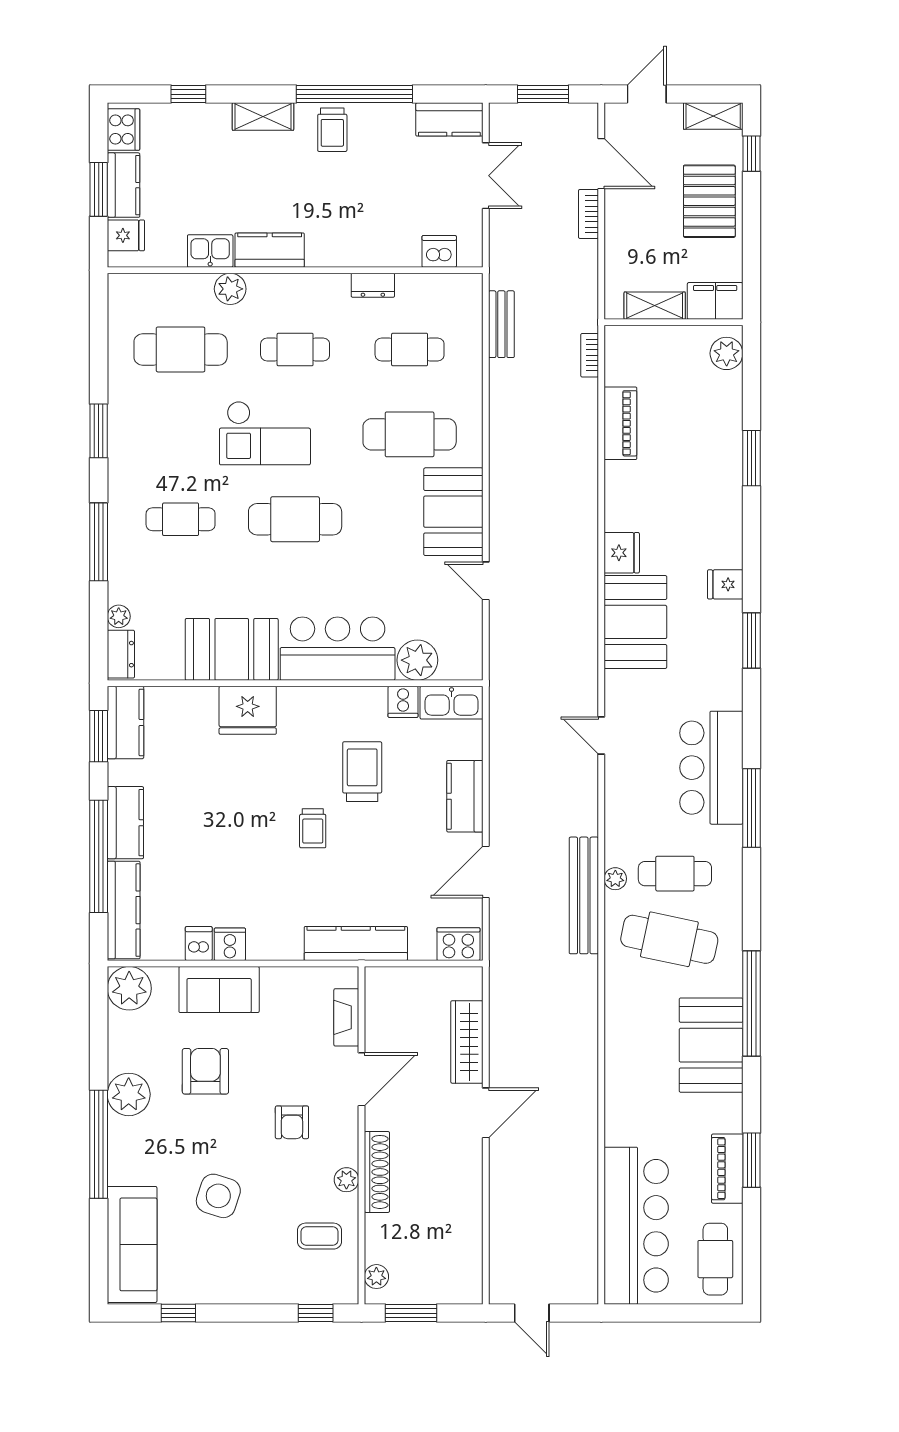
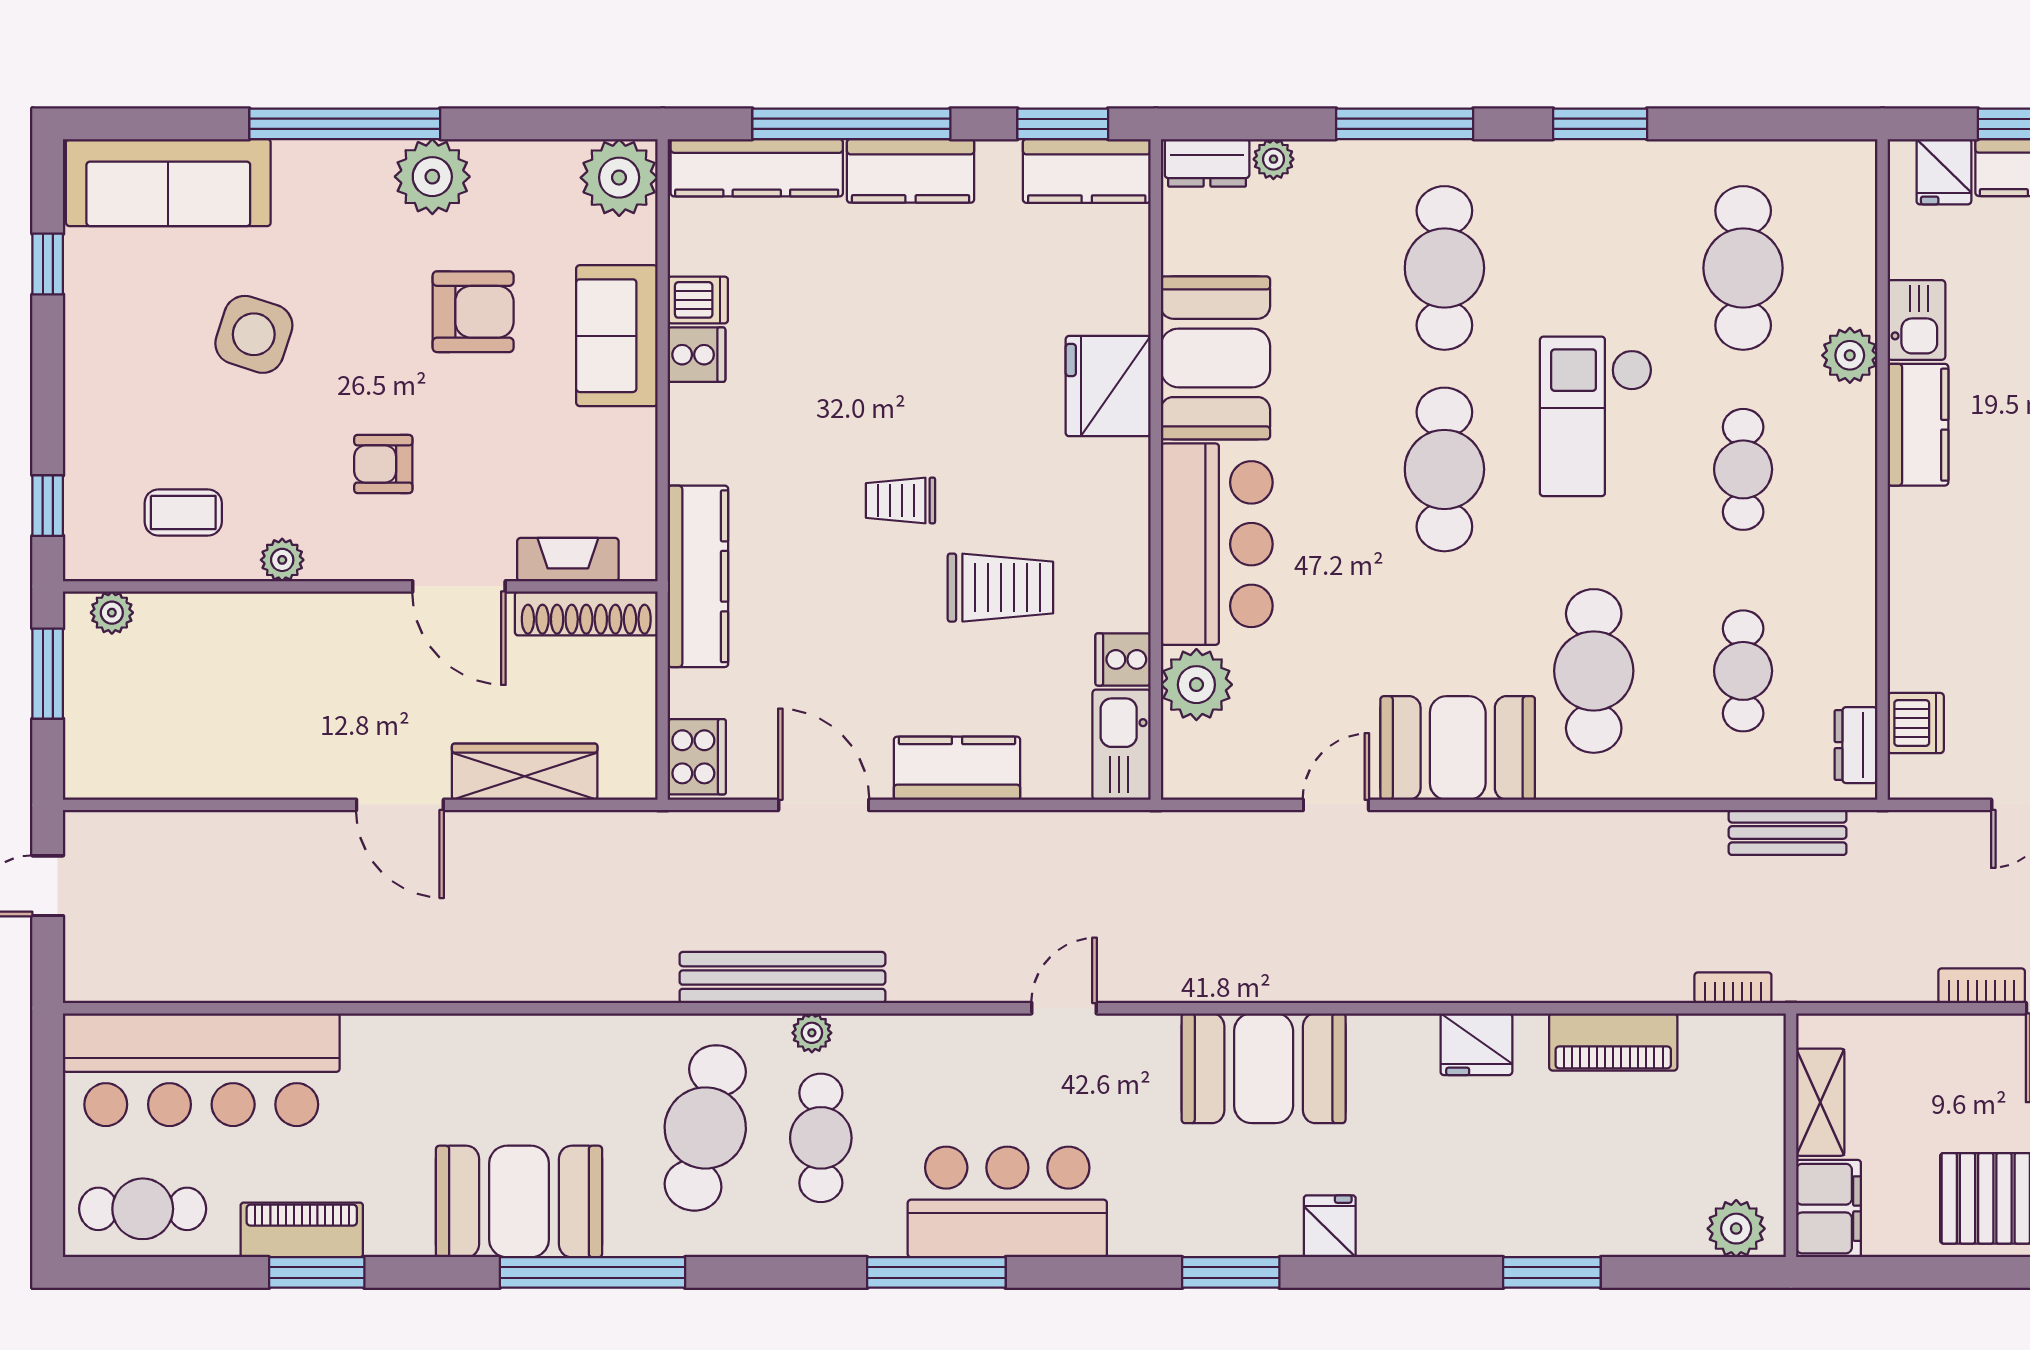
dresser: (373, 285) -> (1856, 745), moved
cafe table: (181, 519) -> (1444, 268), width x1.37, depth x1.35
fridge: (622, 553) -> (1476, 1044), moved
shoe rack: (377, 1172) -> (586, 613), moved
coffee table: (320, 1236) -> (183, 512), turned 90

